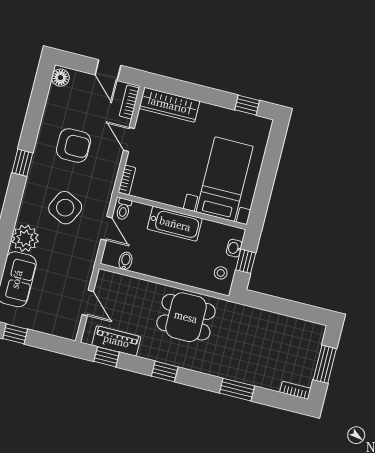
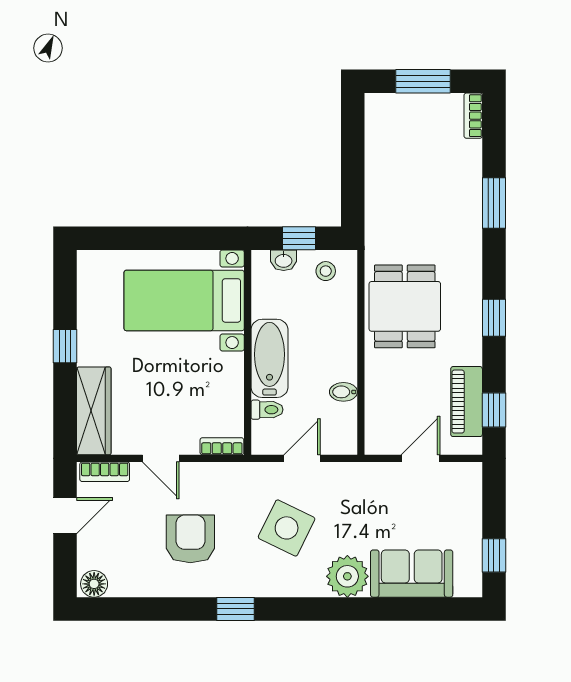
window: (247, 105) -> (65, 346), moved
door: (129, 139) -> (161, 458), hinge flipped
toilet: (124, 209) -> (267, 410), moved
bidet: (126, 261) -> (343, 392), moved

